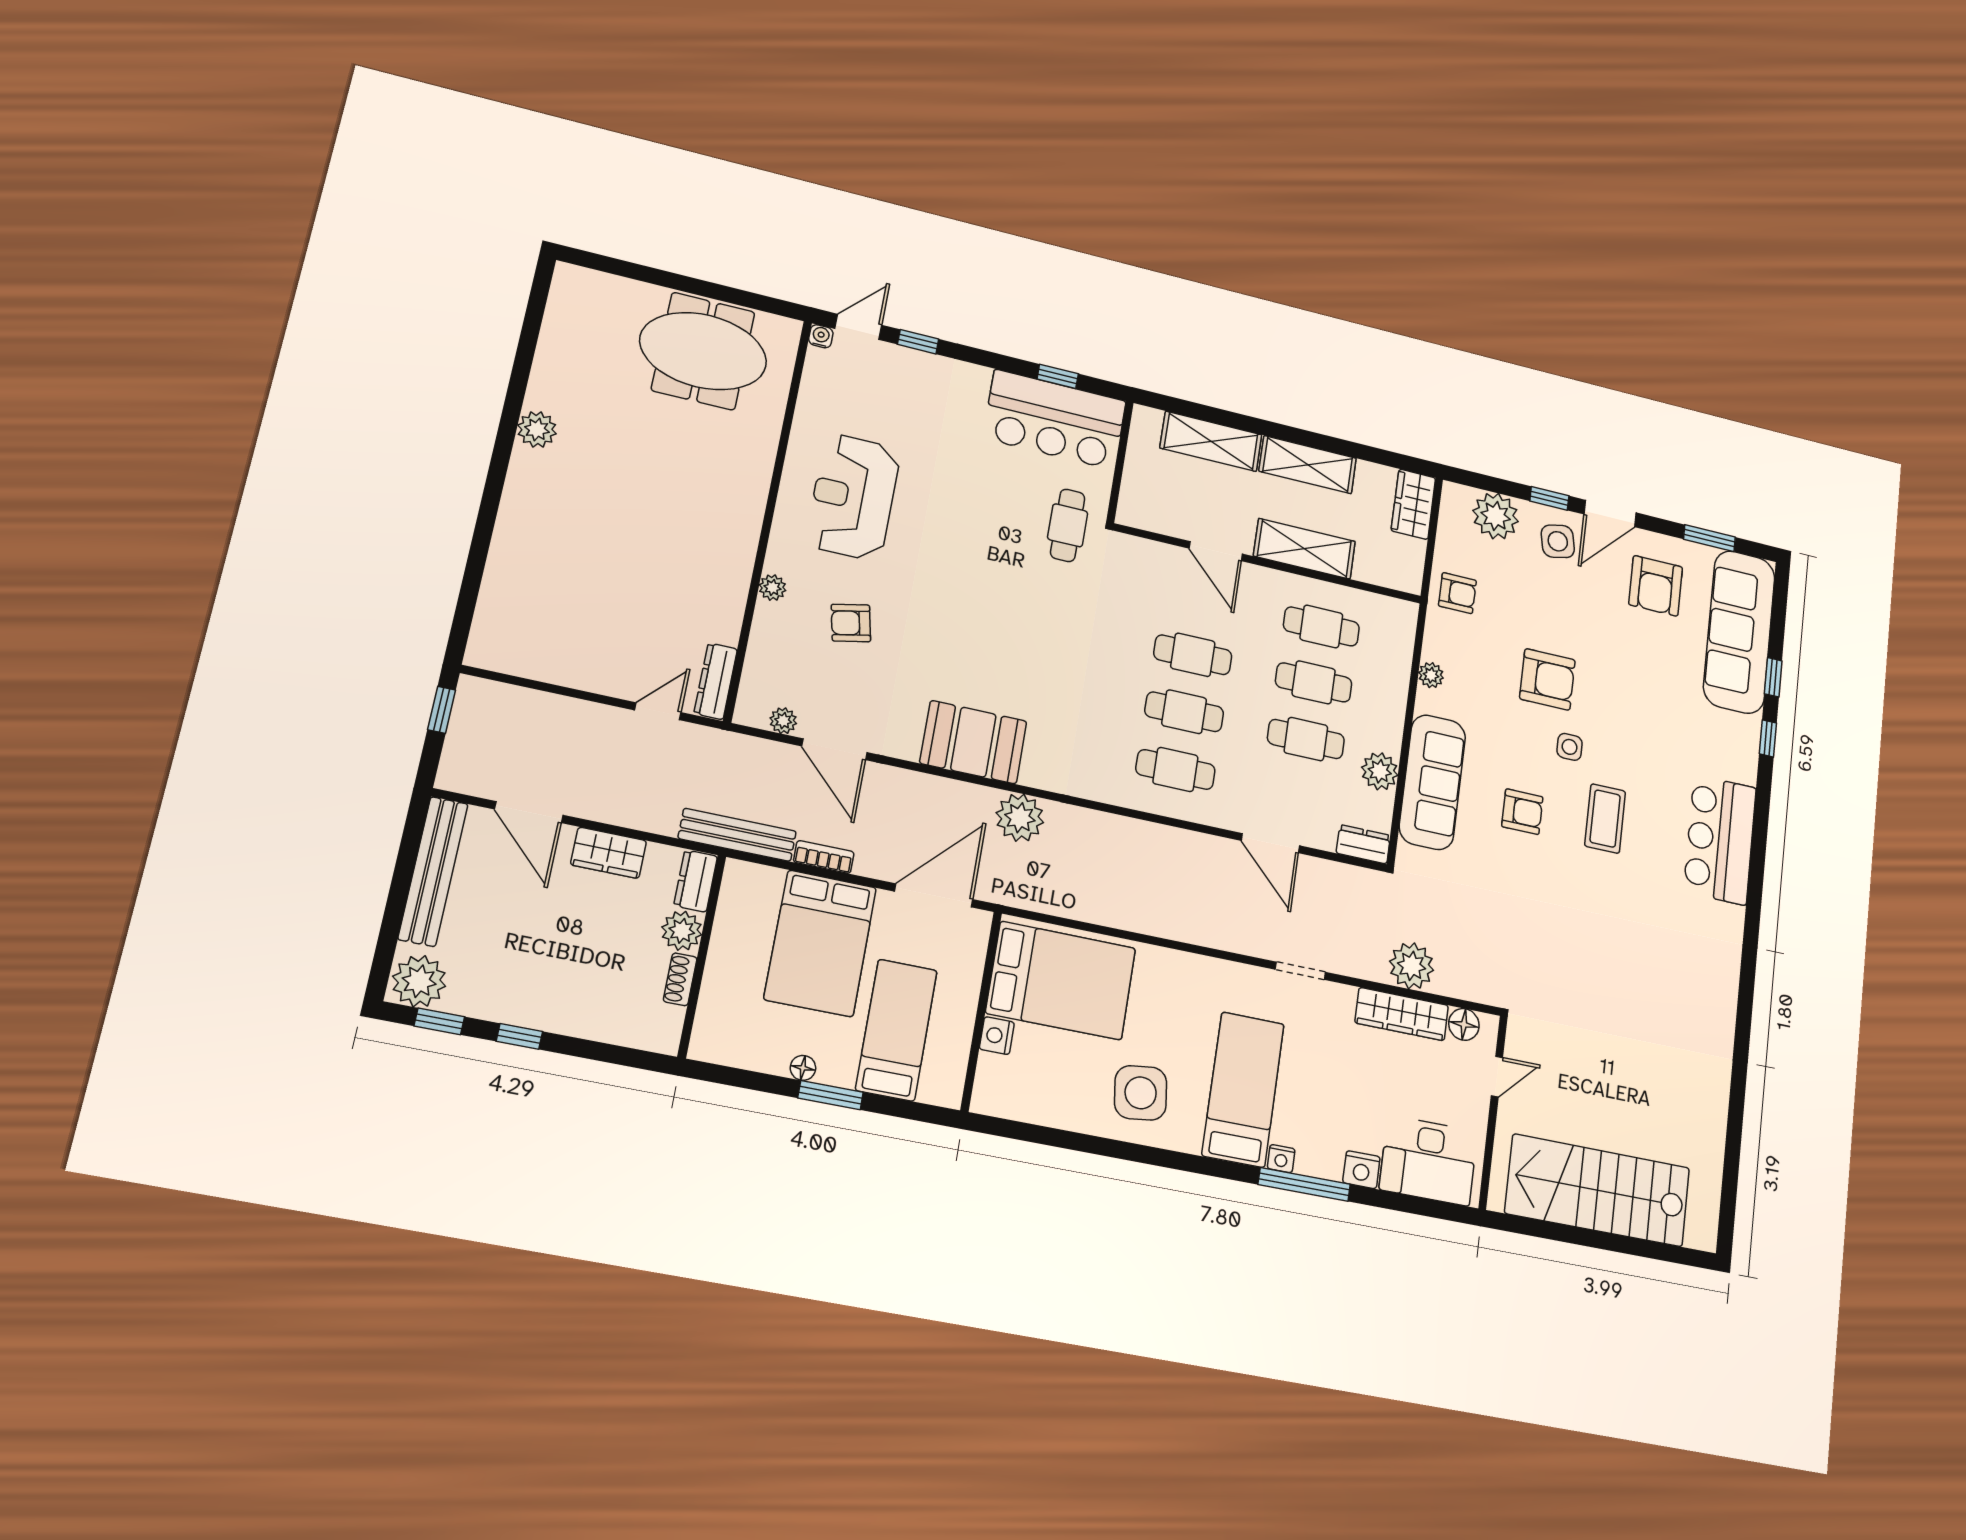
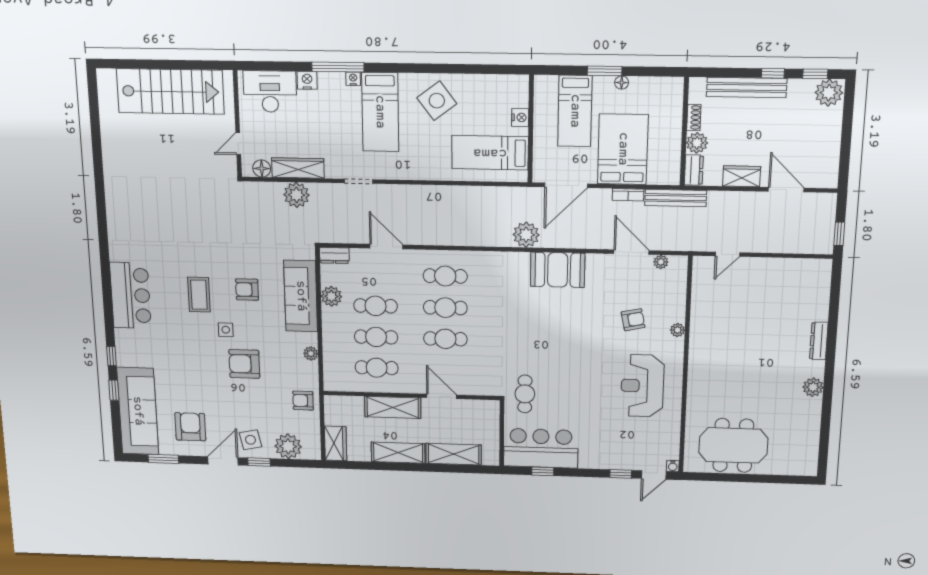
reception desk: (853, 497) -> (642, 386), turned 180
dresser: (716, 681) -> (819, 341), moved, turned 180
bench: (433, 871) -> (747, 87), moved, turned 90
bed: (1061, 981) -> (490, 153), width x0.67
side table: (1141, 1093) -> (437, 101), turned -30

